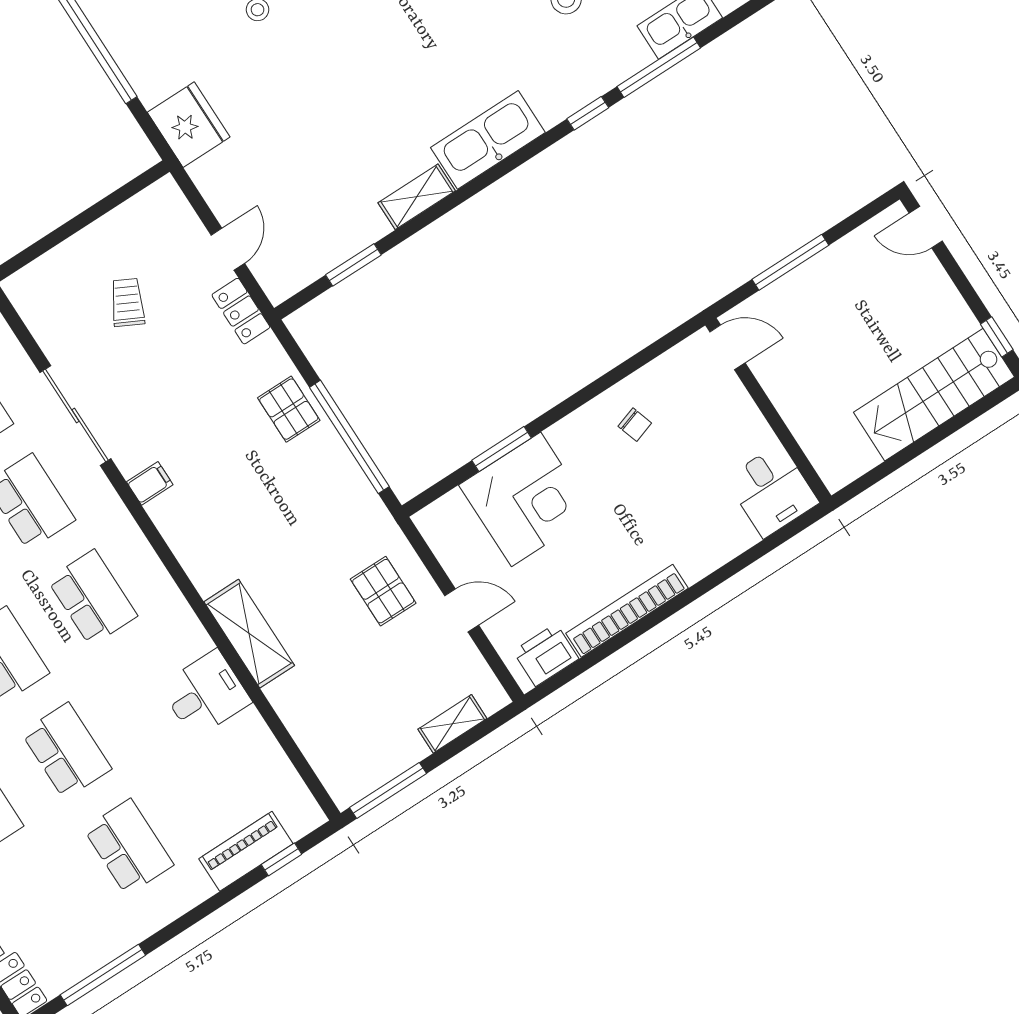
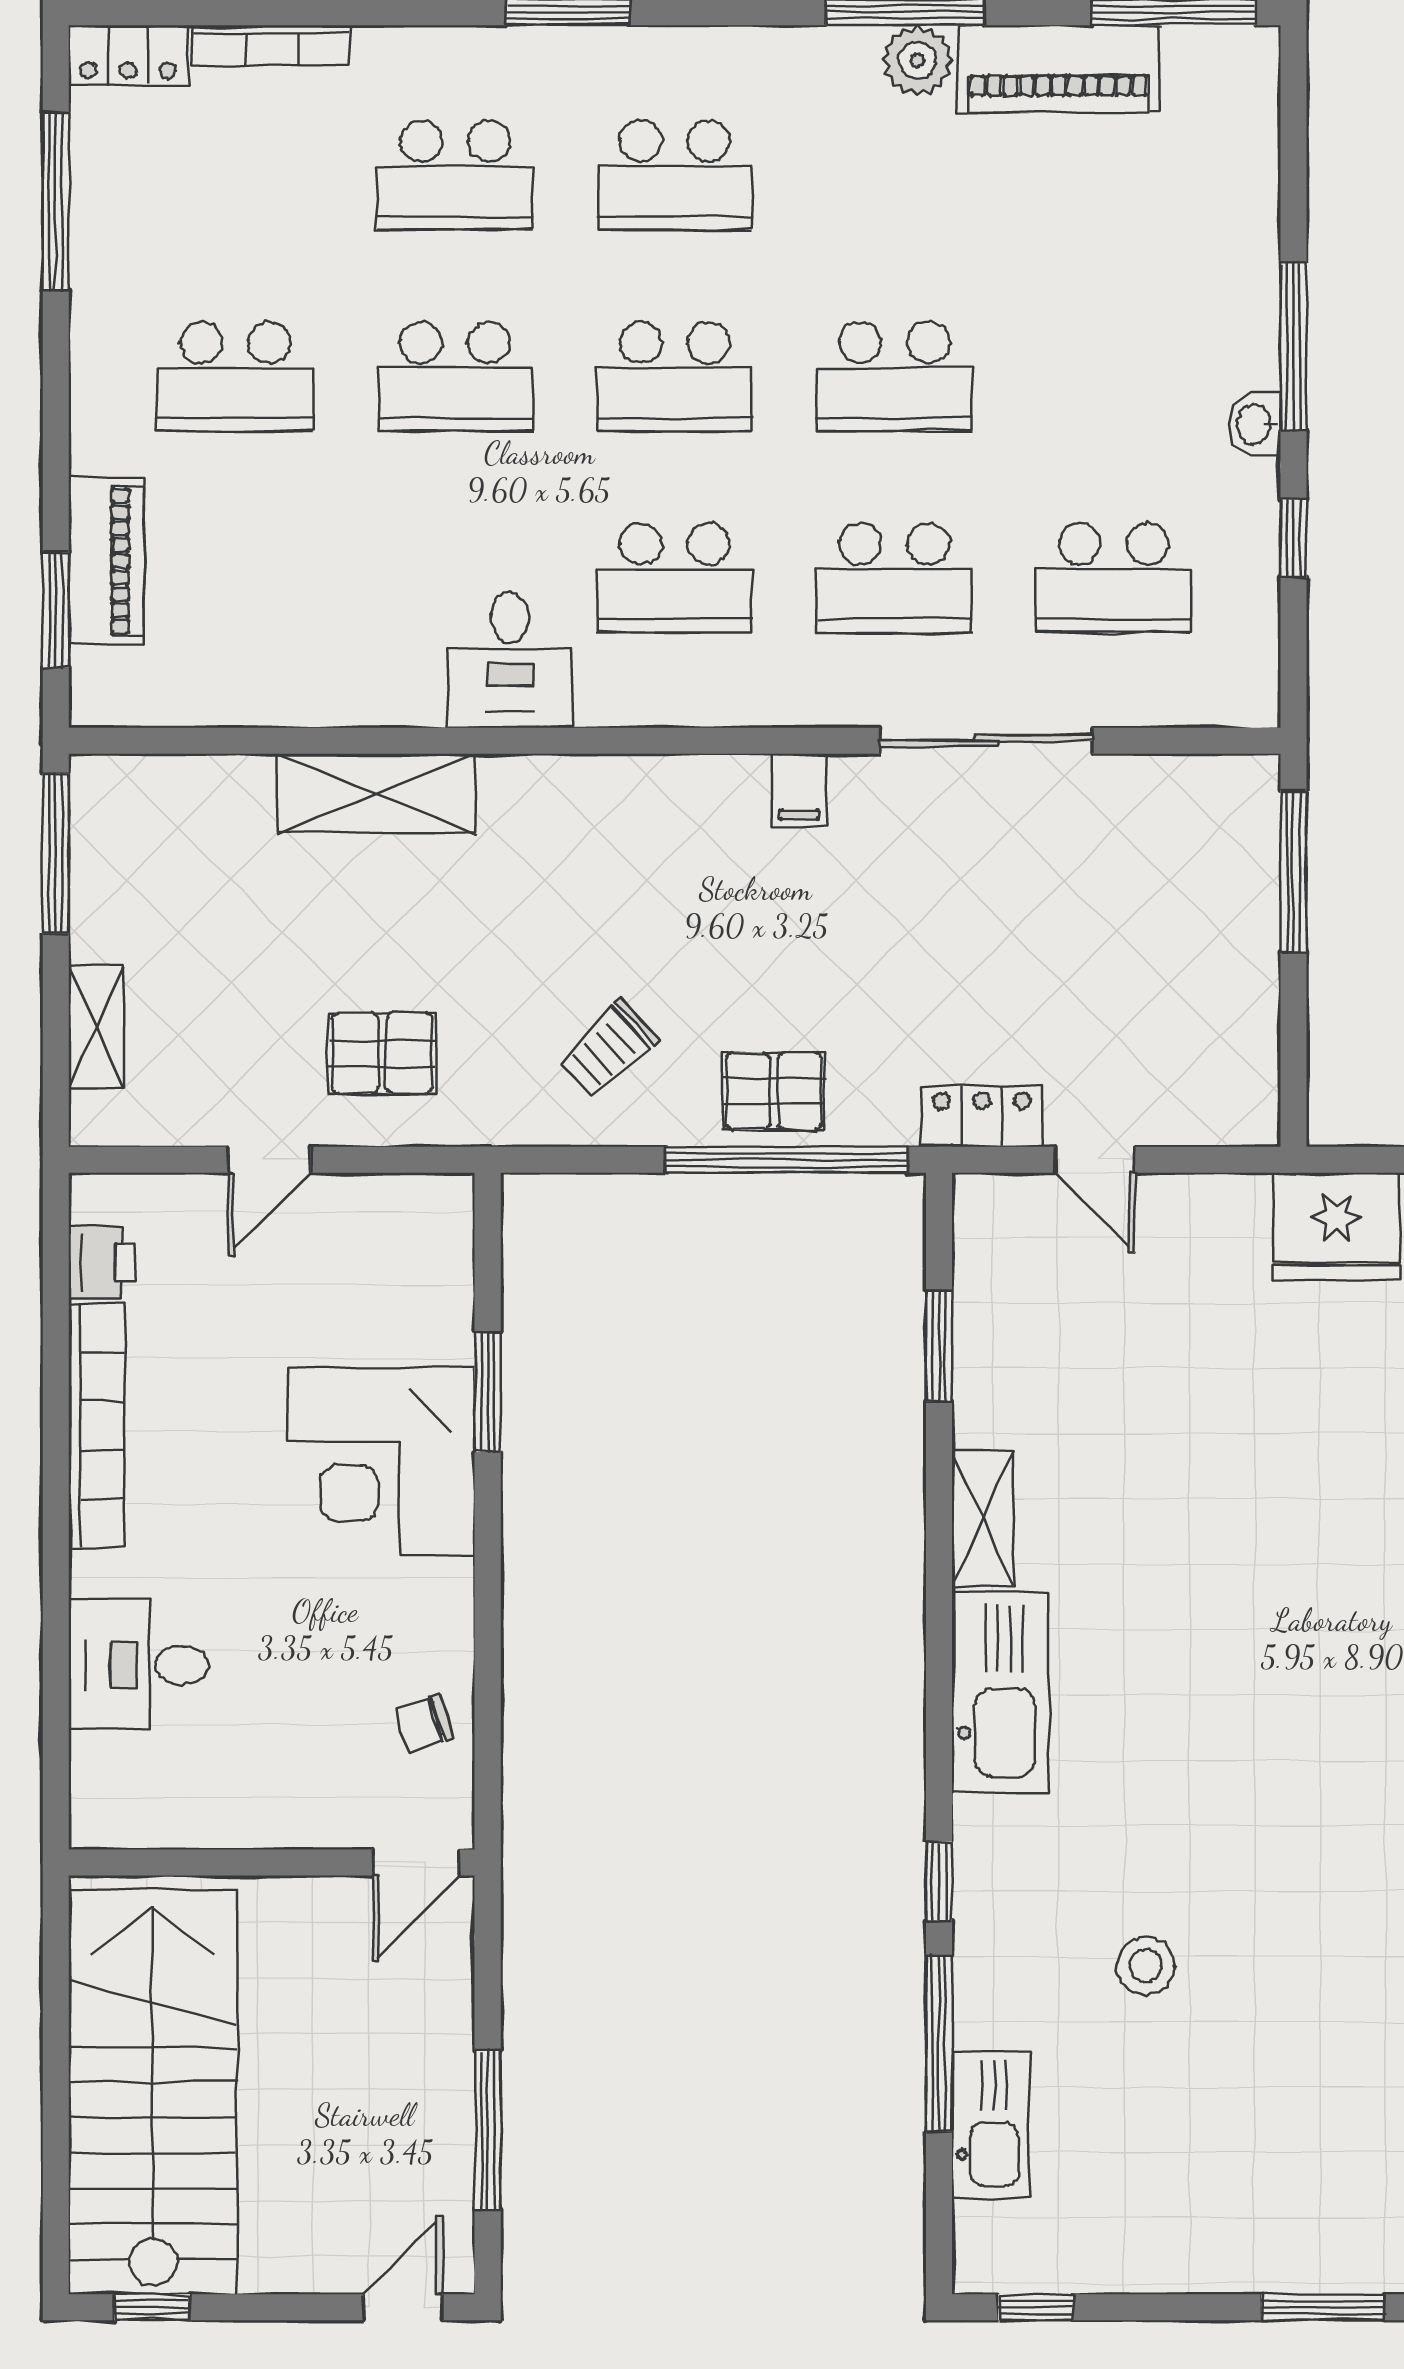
window: (46, 244) -> (1294, 872), added
window: (790, 262) -> (488, 2130), moved
trolley: (127, 302) -> (608, 1050), moved, turned 110
stairs: (934, 395) -> (153, 2092), width x1.36, depth x1.51
chair: (635, 425) -> (424, 1723), moved
window: (349, 437) -> (787, 1160), moved
desk: (772, 491) -> (139, 1665), moved
corner desk: (526, 499) -> (381, 1461), moved
shelving: (249, 634) -> (376, 793), moved
printer: (546, 655) -> (102, 1262), width x0.73, depth x0.81
desk: (205, 694) -> (510, 660), moved
window: (282, 859) -> (56, 610), width x1.50

